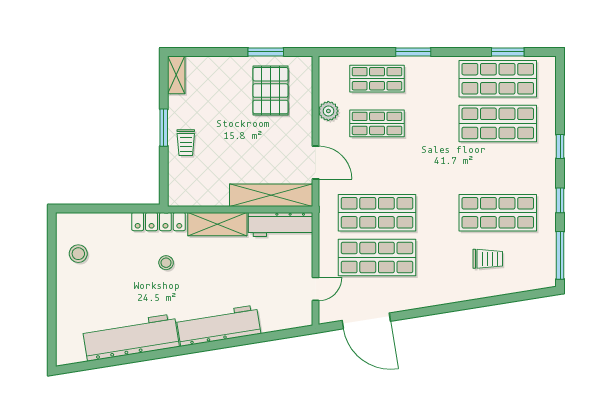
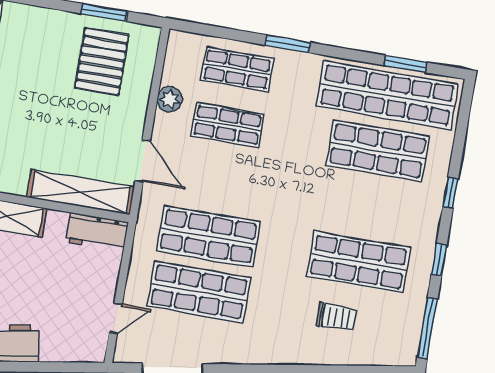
shop shelf: (498, 79) -> (387, 95), width x1.40
workbench: (281, 224) -> (97, 232), width x0.73

